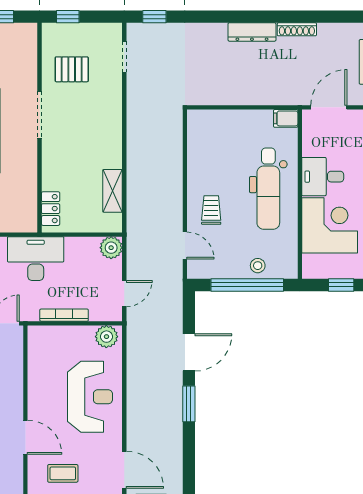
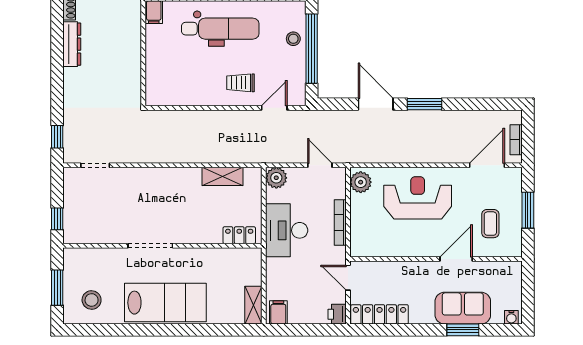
pallet: (72, 69) -> (107, 215), removed
desk: (36, 259) -> (287, 230), moved

